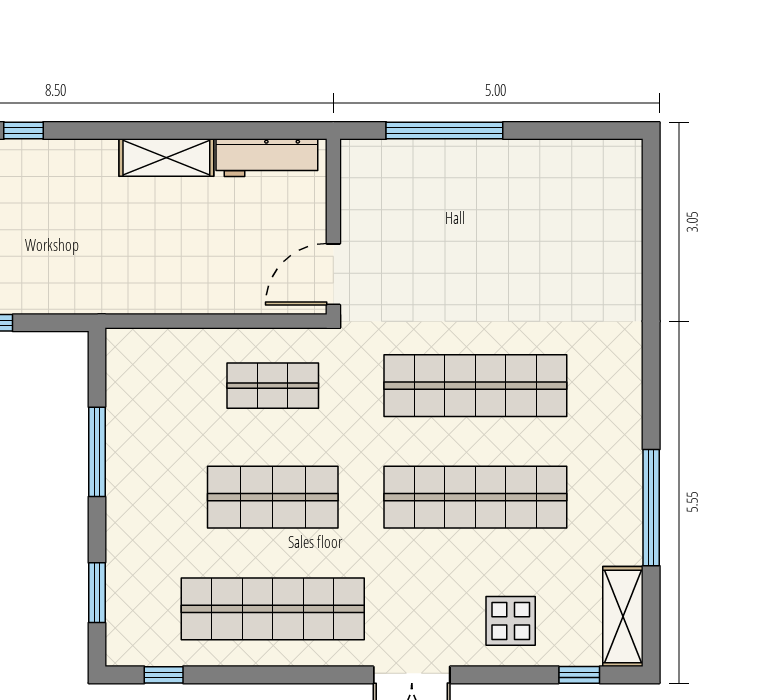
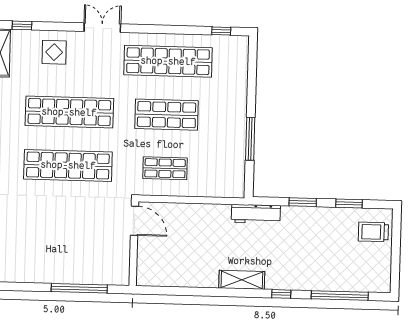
shelving: (166, 158) -> (242, 280), moved
workbench: (267, 158) -> (256, 214), moved, turned 180
door: (333, 274) -> (135, 221), hinge flipped
window: (97, 593) -> (252, 71), removed

